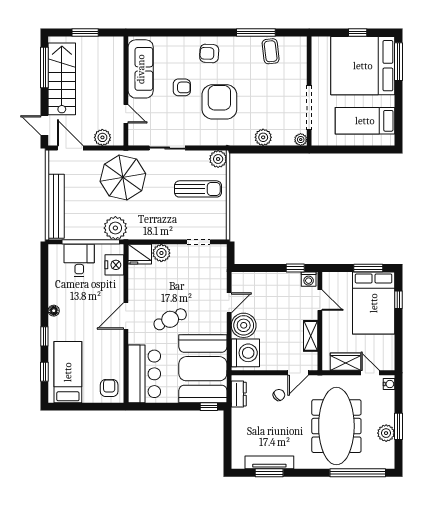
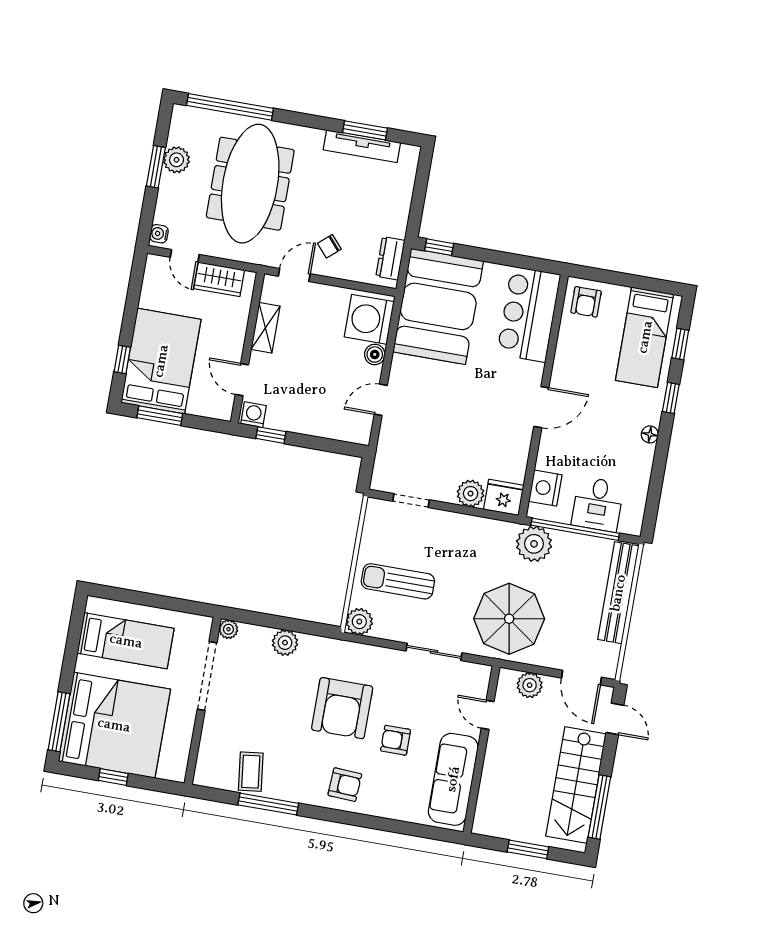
cafe table: (170, 319) -> (475, 390), removed
boiler: (244, 325) -> (375, 354), width x0.54, depth x0.54

